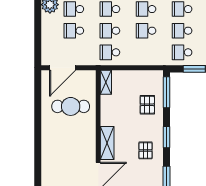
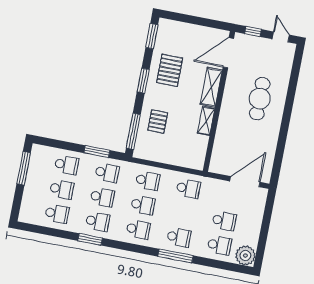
school desk: (110, 31) -> (148, 181), moved
shelving: (106, 82) -> (206, 121), moved
cafe table: (71, 106) -> (260, 99), moved, turned 90
pallet: (146, 150) -> (170, 70), width x1.50, depth x1.42

